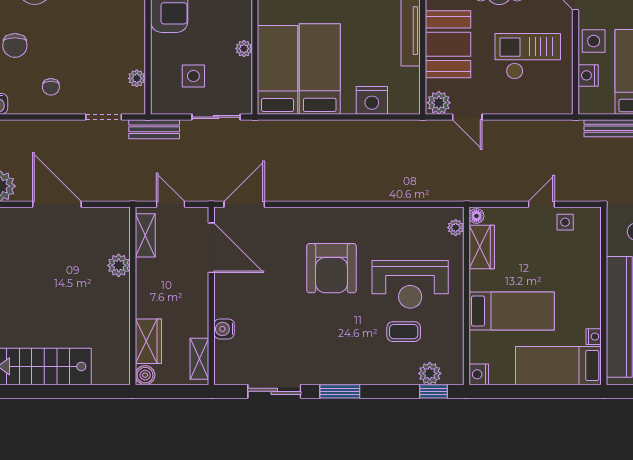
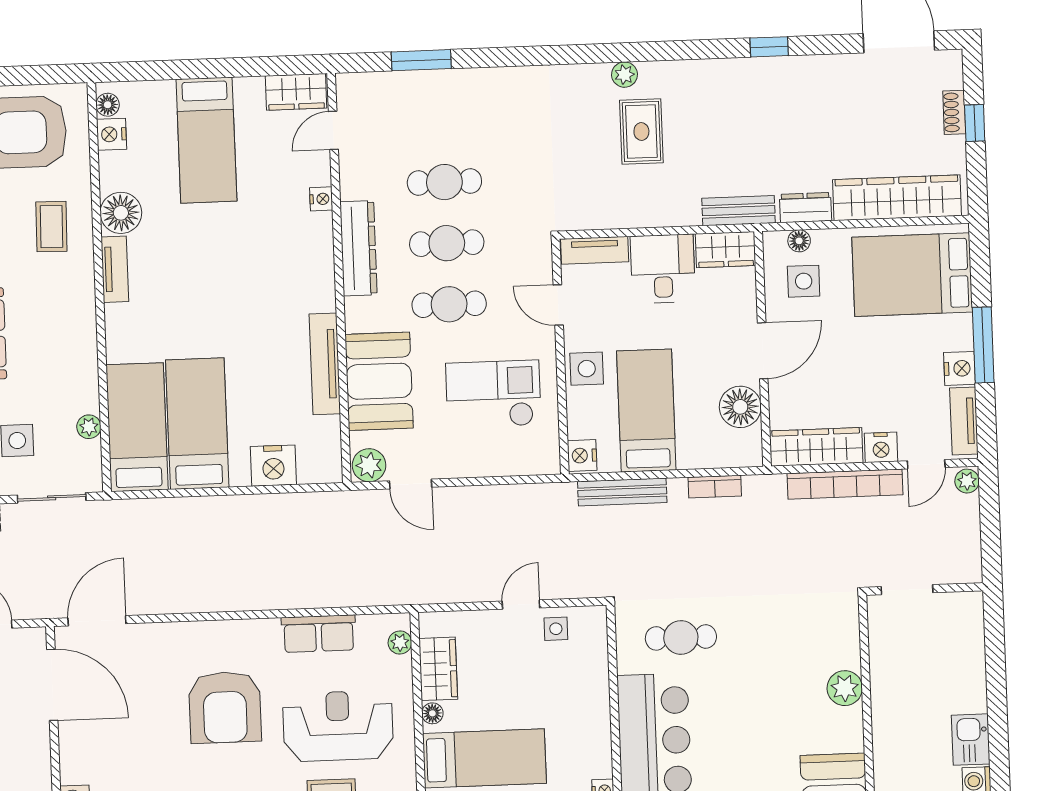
plant: (244, 49) -> (89, 427), moved
nightstand: (588, 75) -> (582, 456), moved
floor lamp: (476, 216) -> (432, 713), moved
row of seats: (399, 219) -> (319, 634), added
reception desk: (410, 284) -> (338, 726), turned 180

